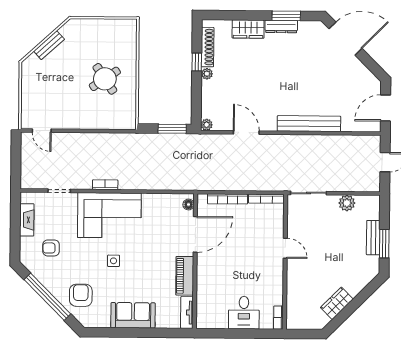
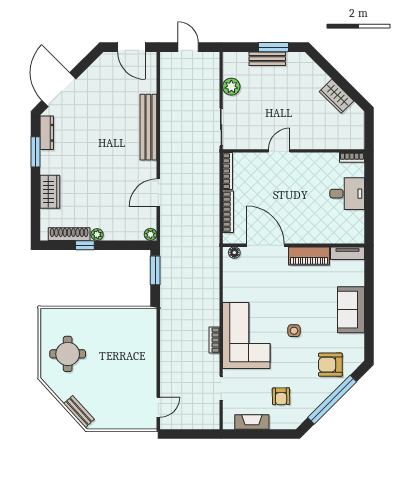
dresser: (281, 26) -> (47, 133), moved
bench: (49, 45) -> (79, 412), moved
round table: (105, 79) -> (68, 354), moved, turned 34

